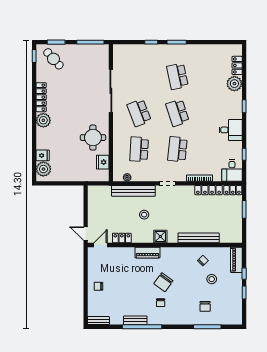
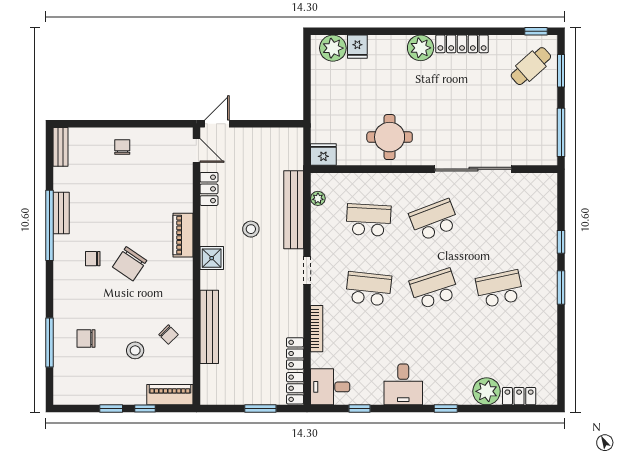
fridge: (103, 162) -> (323, 155), moved
locker: (208, 190) -> (295, 353), width x0.66
chair: (163, 282) -> (130, 264), turned -92

